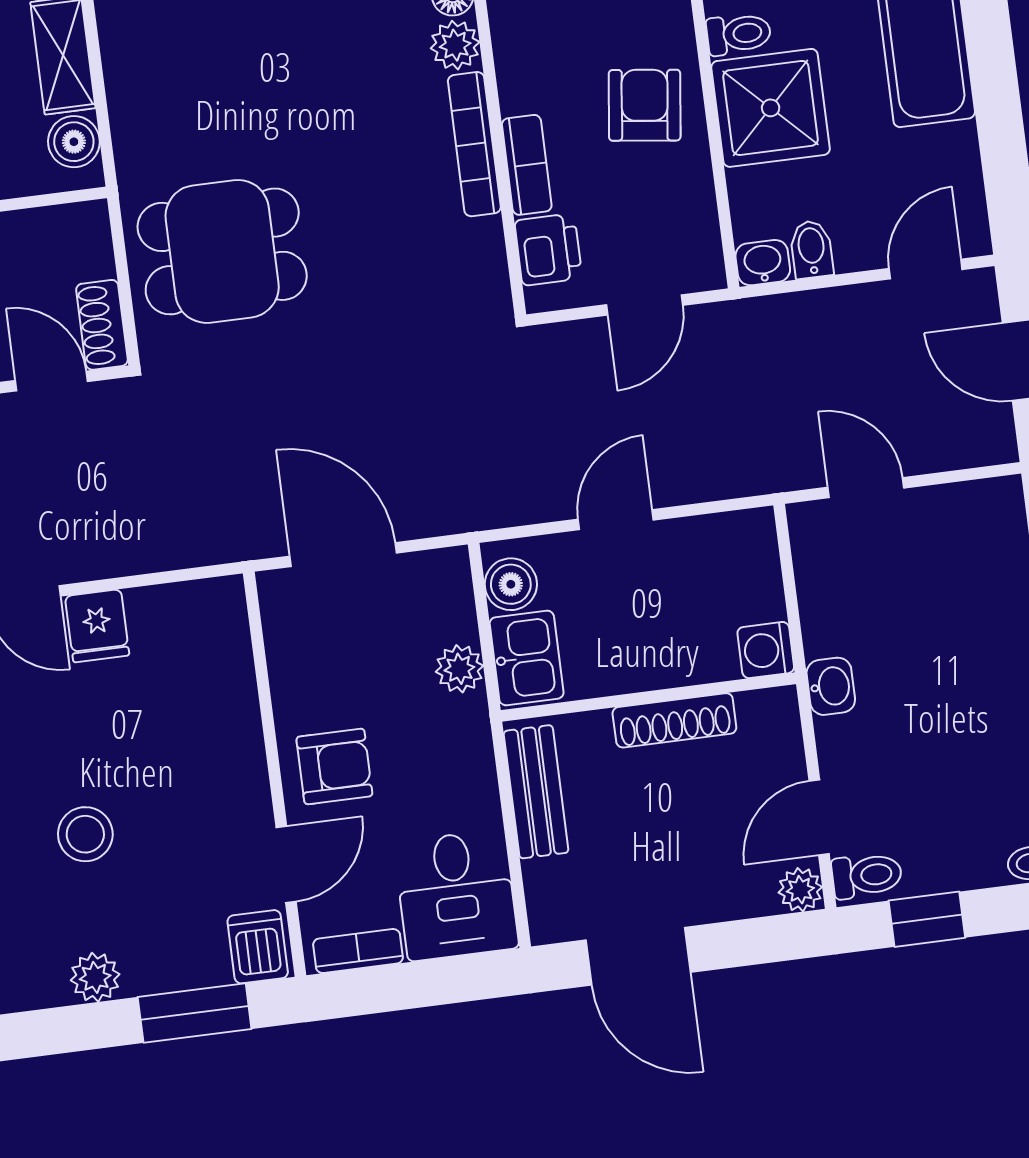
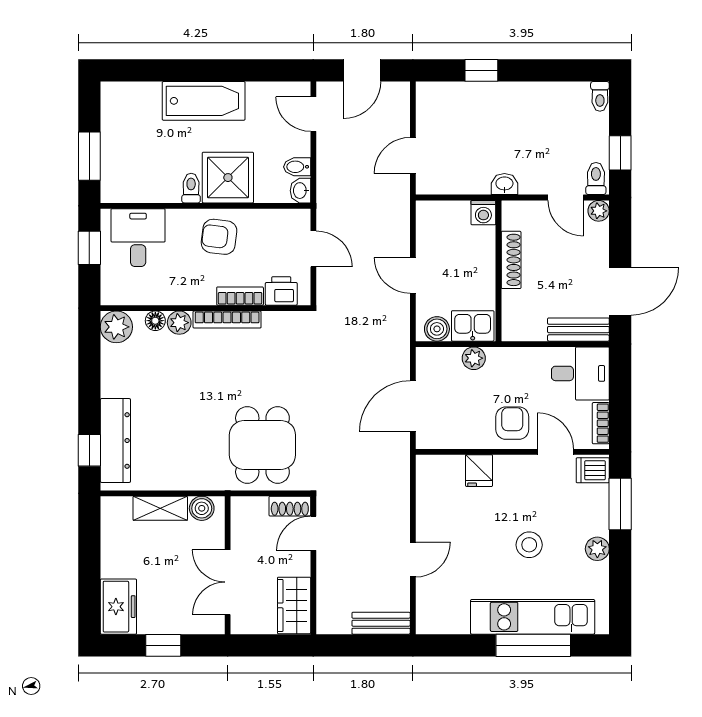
fridge: (97, 626) -> (479, 471), moved, turned 90
bench: (536, 792) -> (578, 330), moved

